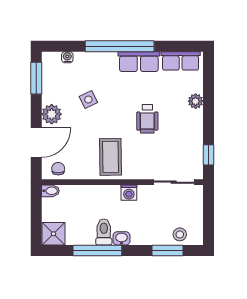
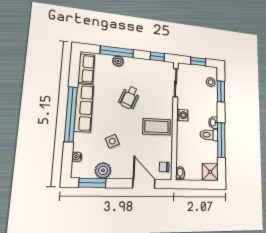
row of seats: (139, 62) -> (84, 108), width x1.48
window: (208, 99) -> (117, 52), added
plant: (52, 114) -> (103, 170), moved
wheelchair: (147, 119) -> (129, 97), turned 111
window: (208, 215) -> (198, 61), added

